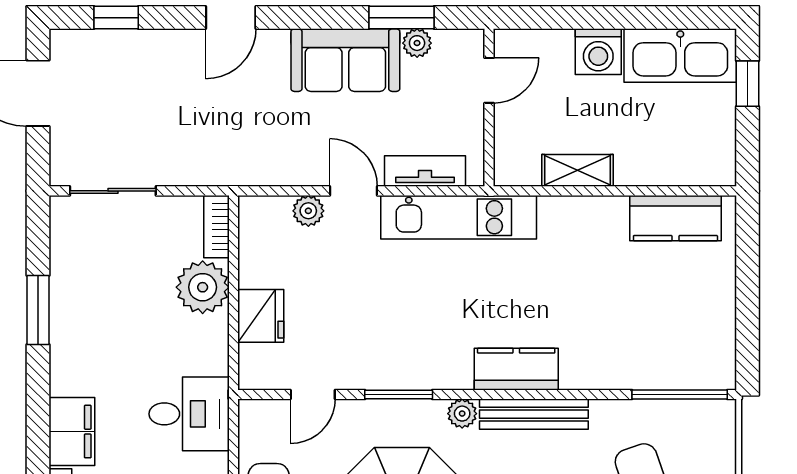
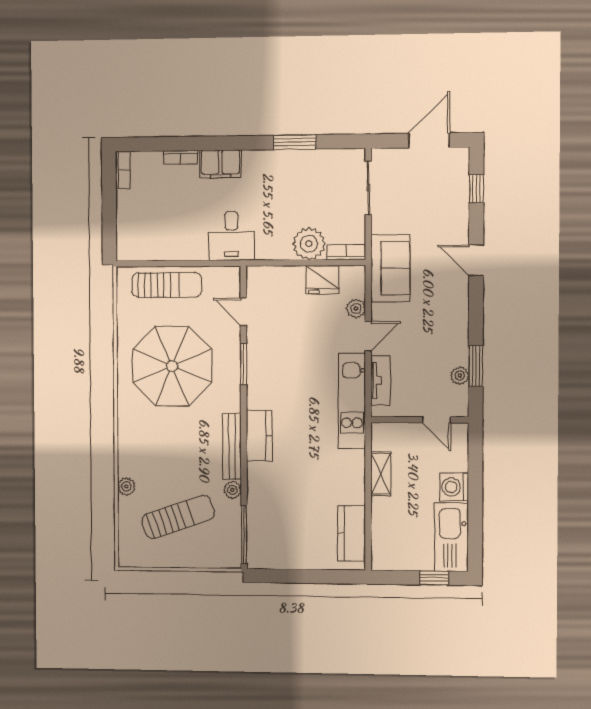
sofa: (345, 60) -> (390, 268), moved, turned 180
fridge: (261, 316) -> (322, 279), moved
plant: (462, 414) -> (232, 490), moved

